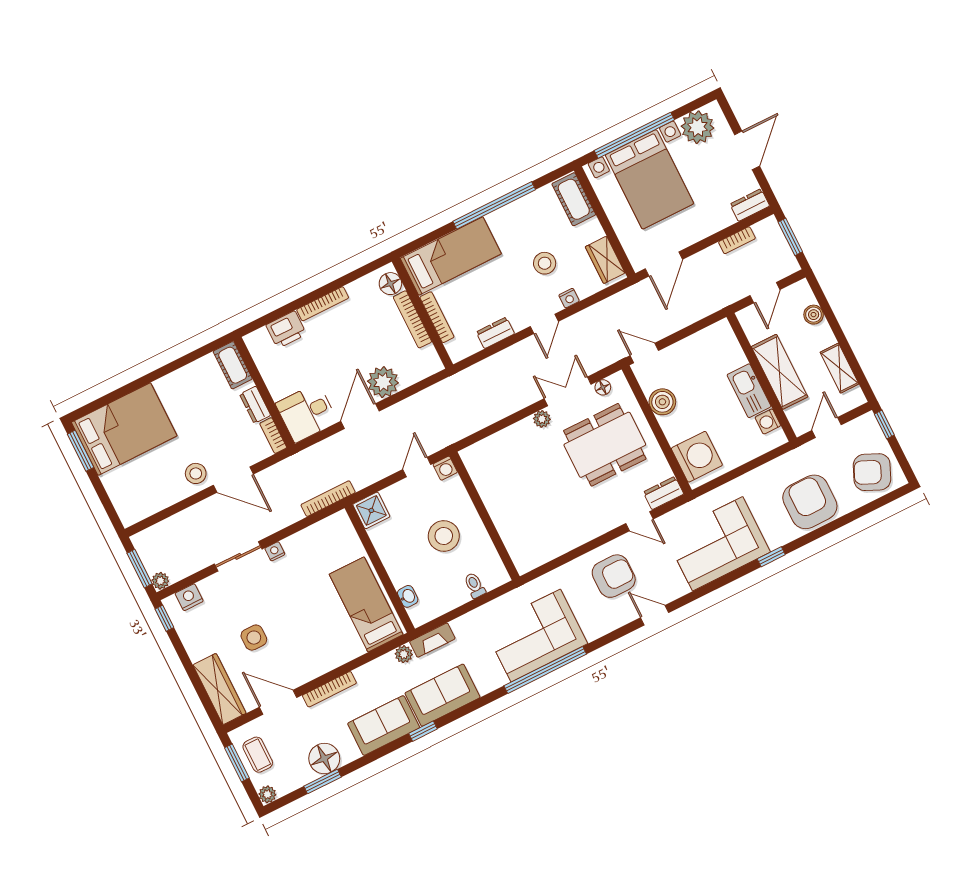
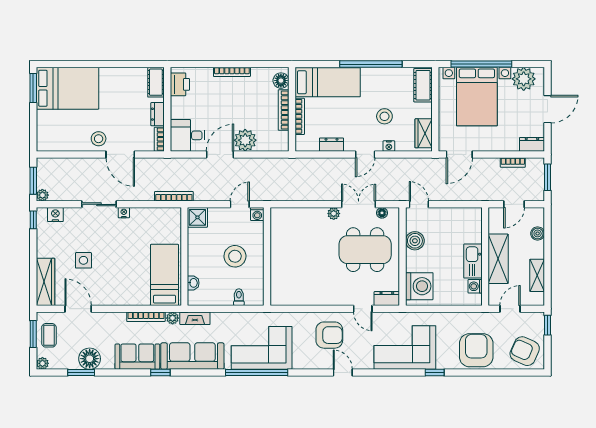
printer: (286, 330) -> (180, 84), moved, turned -90
bookcase: (329, 689) -> (146, 317), moved
sofa: (443, 695) -> (192, 356), width x1.36

